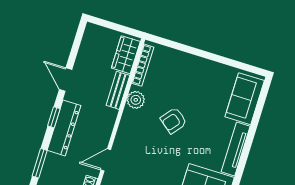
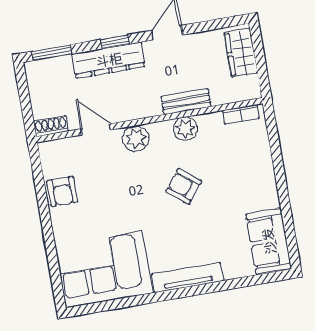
wardrobe: (126, 55) -> (241, 53), moved, turned -90
bookcase: (143, 65) -> (241, 114), width x0.64
sofa: (245, 99) -> (269, 241), moved, turned -90
plant: (125, 136) -> (136, 138), added

